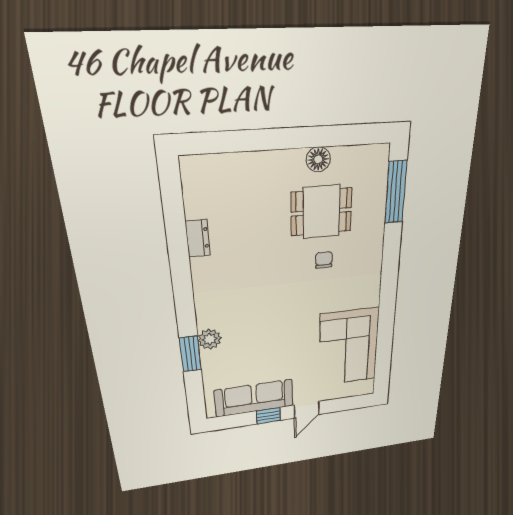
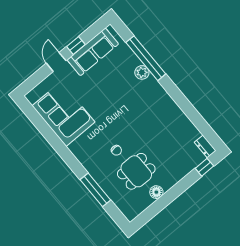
window: (217, 142) -> (204, 167), added
window: (396, 192) -> (95, 190), moved
dresser: (198, 238) -> (205, 146), moved
window: (190, 354) -> (146, 58), width x2.11

